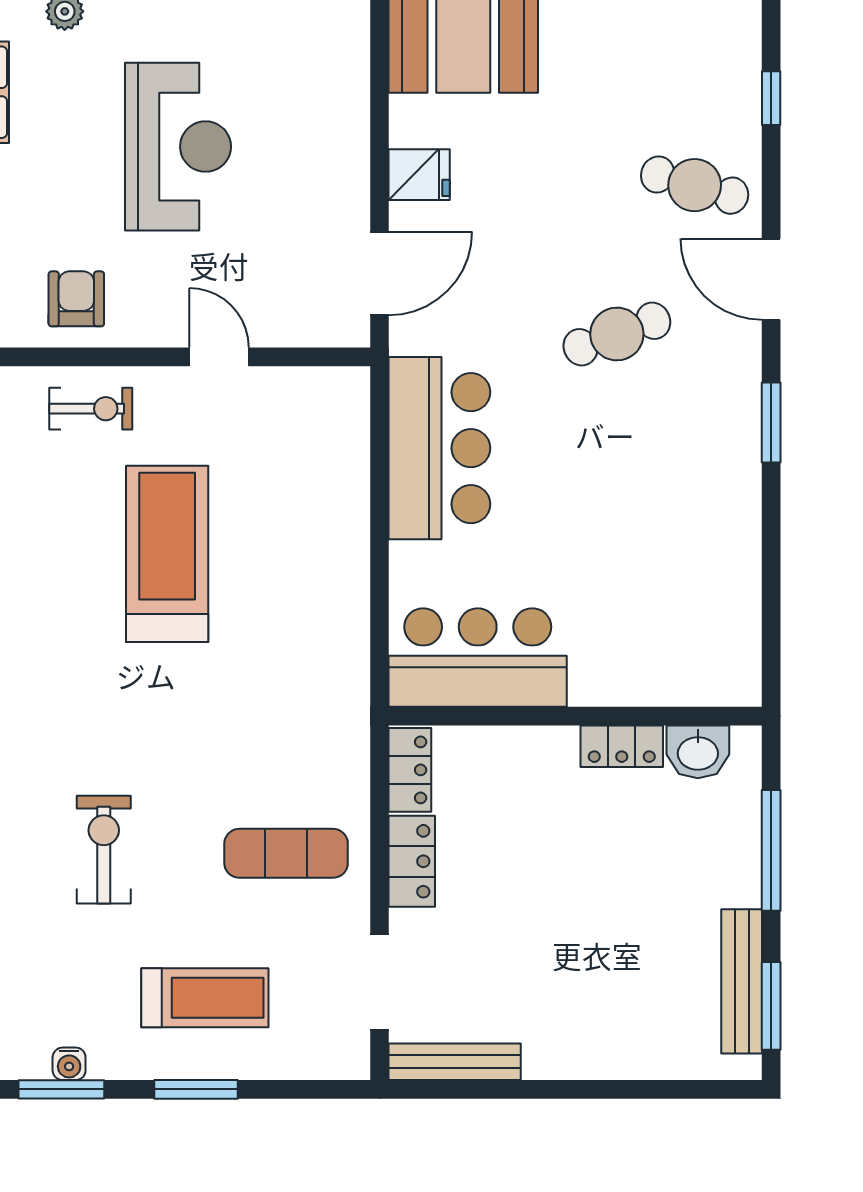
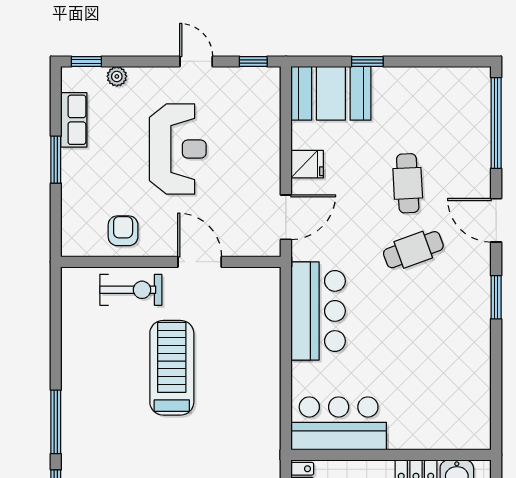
window: (771, 98) -> (496, 123), width x3.17
cafe table: (695, 185) -> (408, 183), moved, turned 71
door: (219, 357) -> (200, 262), width x1.38
exercise bike: (91, 409) -> (131, 290), width x1.38, depth x1.39

